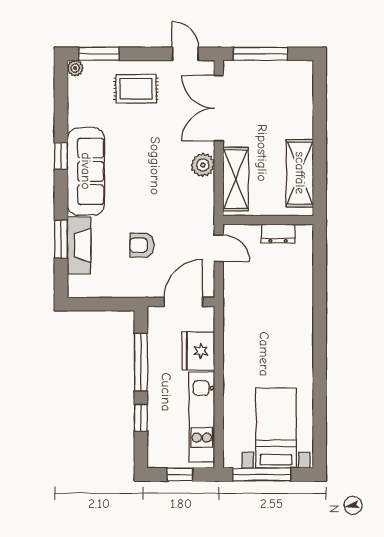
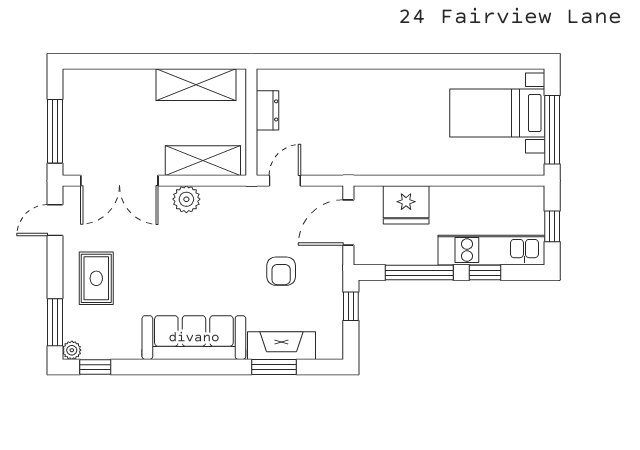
window: (61, 156) -> (95, 367), moved
door: (183, 302) -> (348, 222), hinge flipped
window: (112, 304) -> (351, 306), added
kitchen unit: (202, 417) -> (491, 250), moved, turned 180

